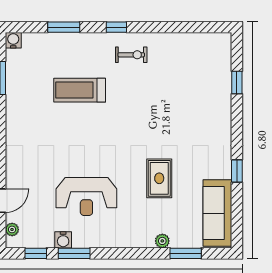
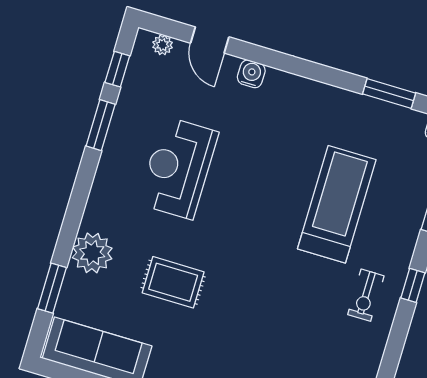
treadmill: (80, 90) -> (337, 204), width x1.37, depth x1.38
water cooler: (63, 240) -> (251, 74), moved, turned 90
plant: (162, 241) -> (92, 253), width x1.87, depth x1.87

